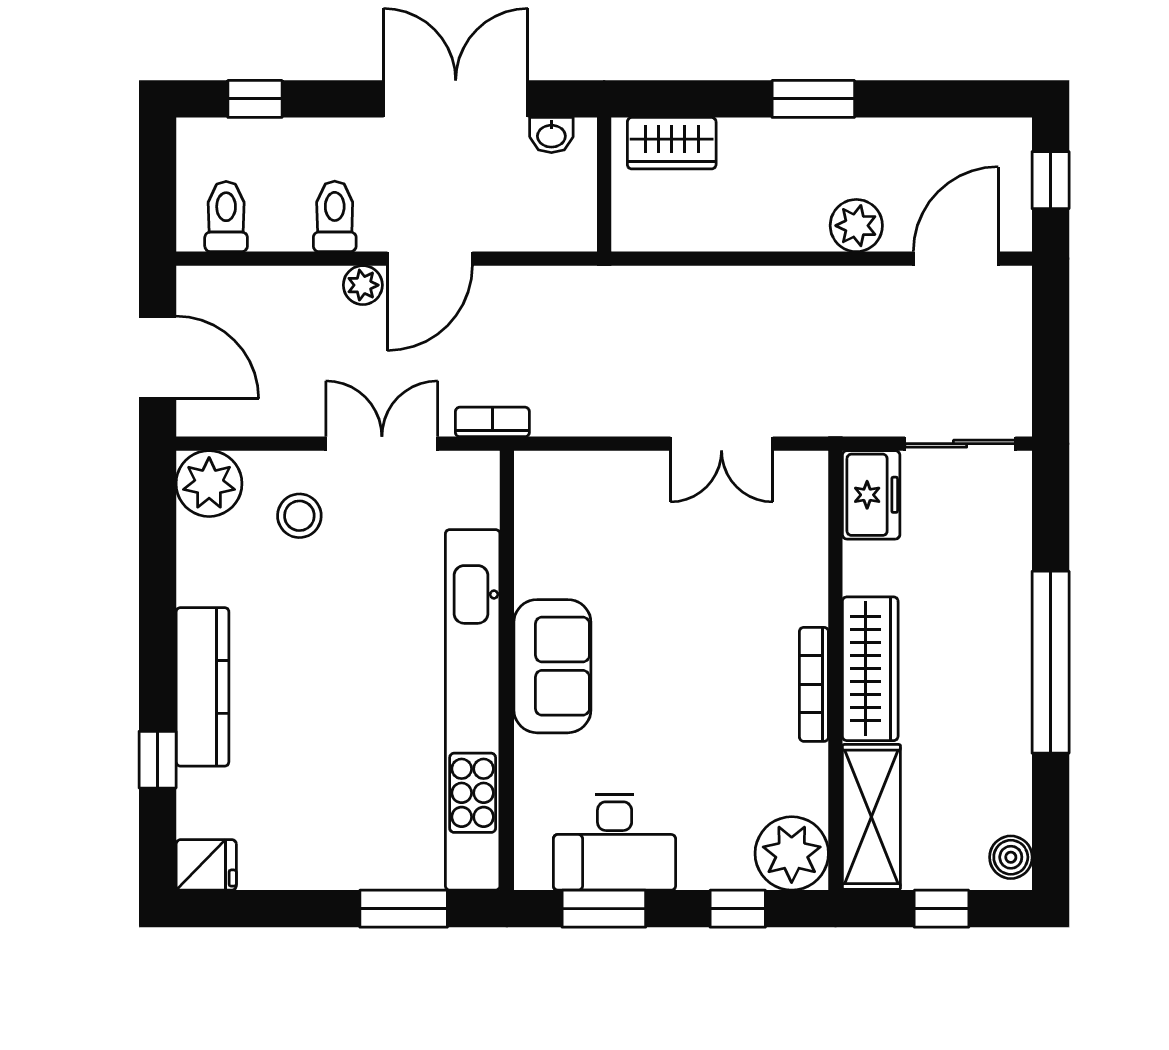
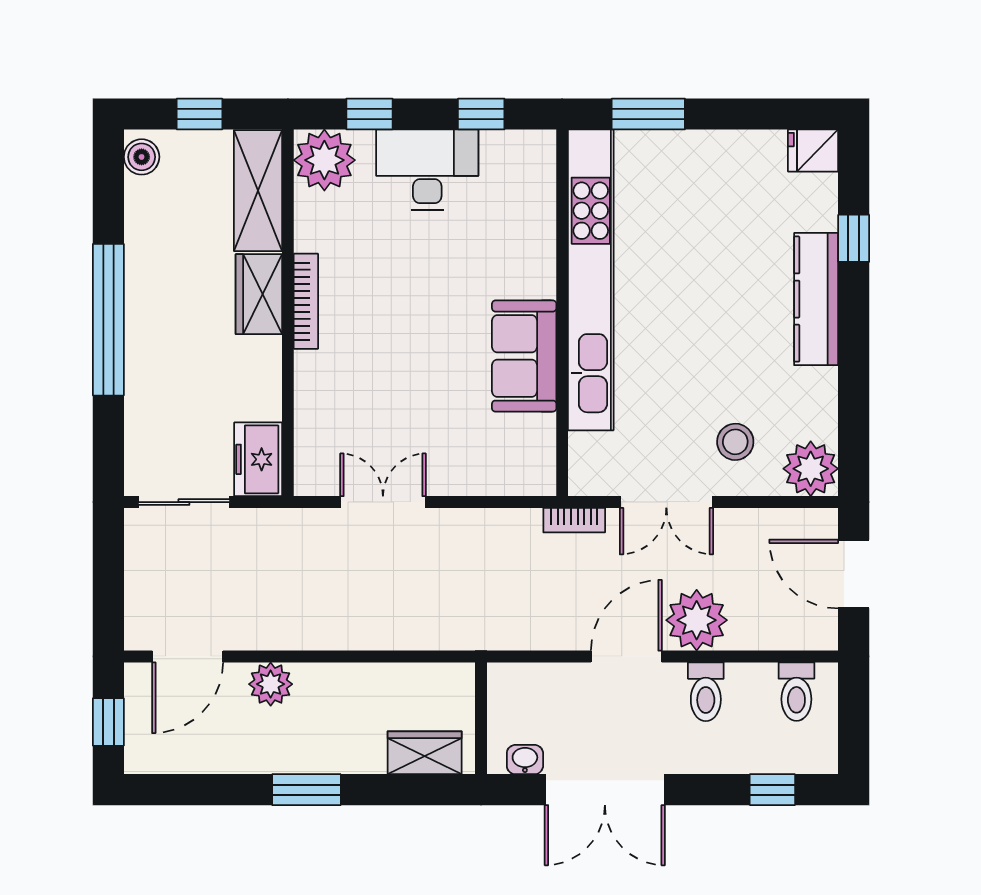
plant: (363, 285) -> (697, 620), width x1.87, depth x1.87
sofa: (552, 666) -> (524, 356), moved
wardrobe: (870, 669) -> (259, 294), width x0.67
desk: (615, 842) -> (427, 170), moved
window: (604, 909) -> (481, 114), width x0.67

